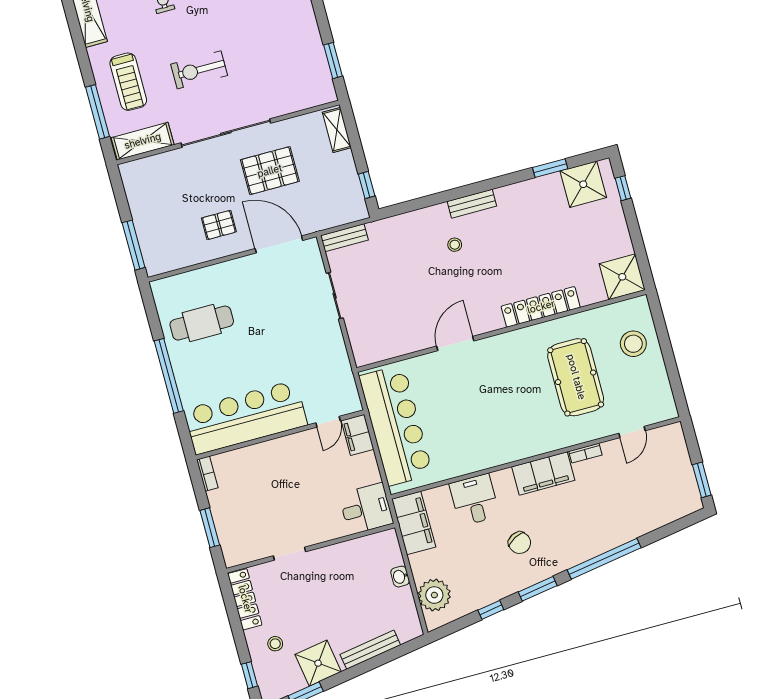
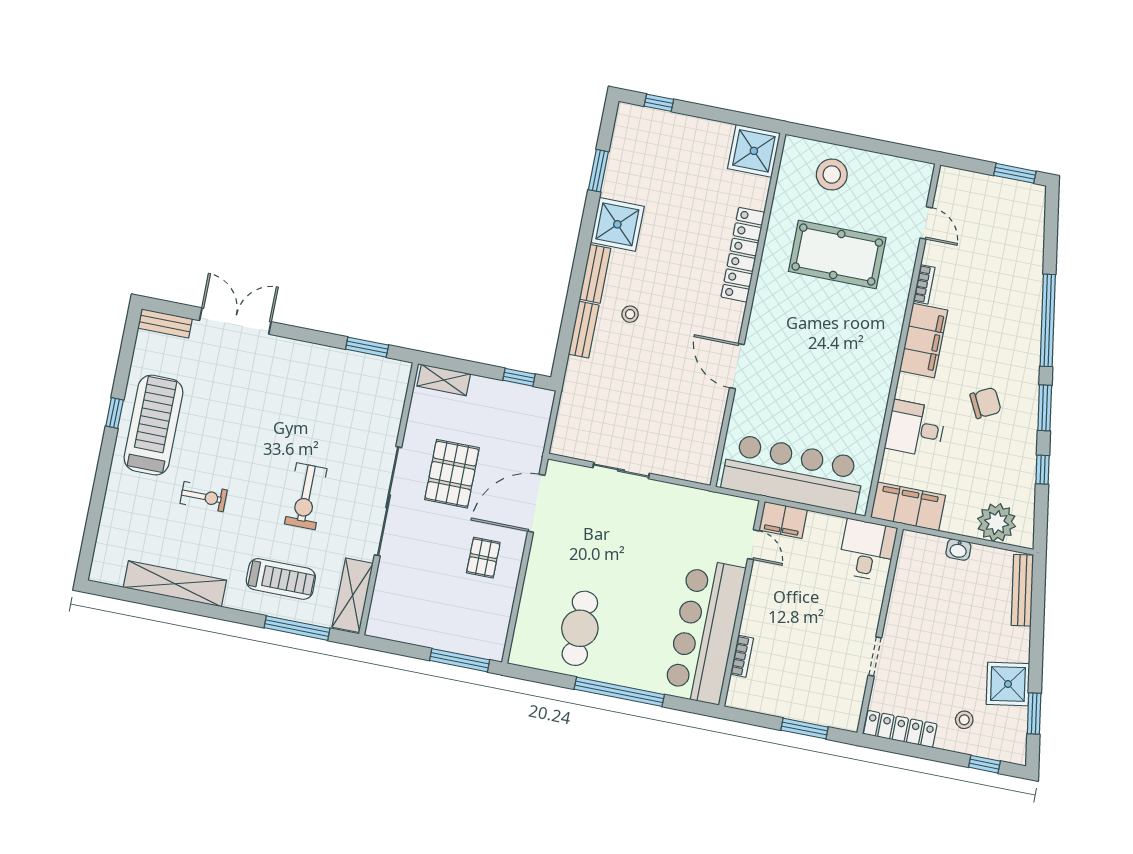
shower: (583, 184) -> (617, 224), moved
bench: (344, 238) -> (584, 330), moved
bookcase: (207, 474) -> (742, 656), moved, turned 90
bench: (370, 650) -> (1022, 590), moved

